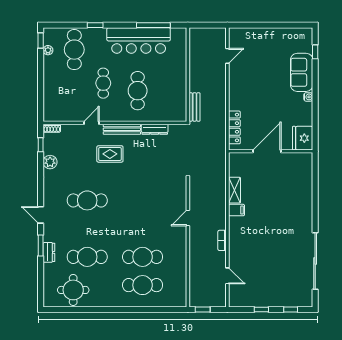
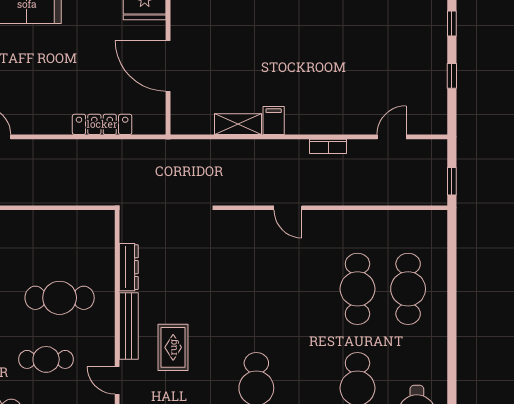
bench: (195, 107) -> (89, 196), removed
locker: (234, 127) -> (102, 124), moved

